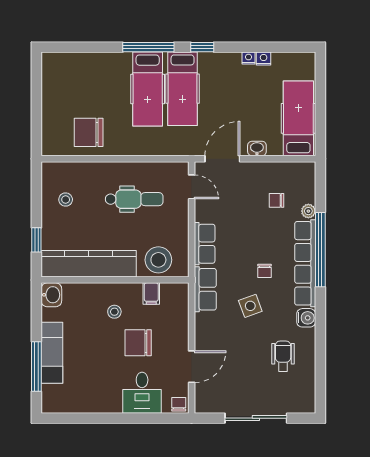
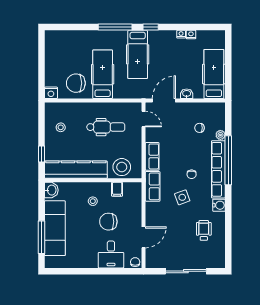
hospital bed: (148, 89) -> (103, 74), moved, turned 180
nightstand: (51, 147) -> (51, 93), added
exam couch: (52, 353) -> (55, 228), width x1.36, depth x1.45

